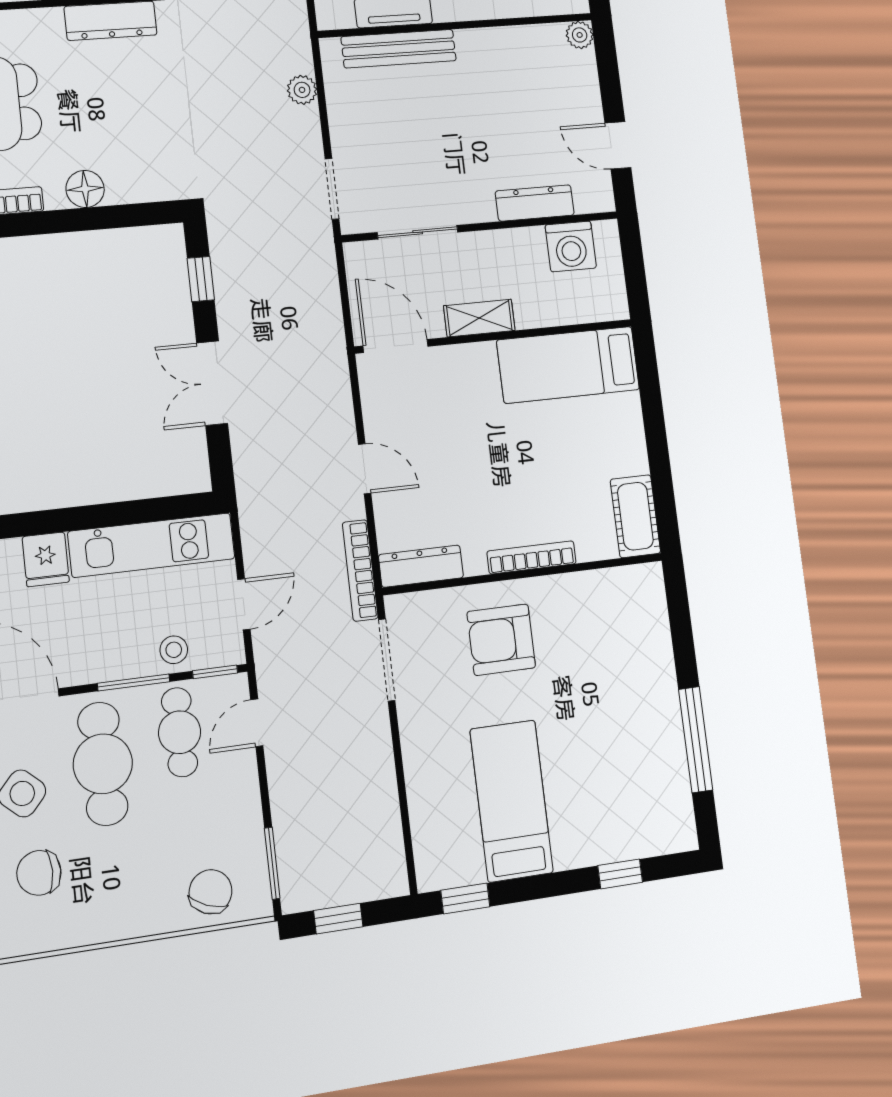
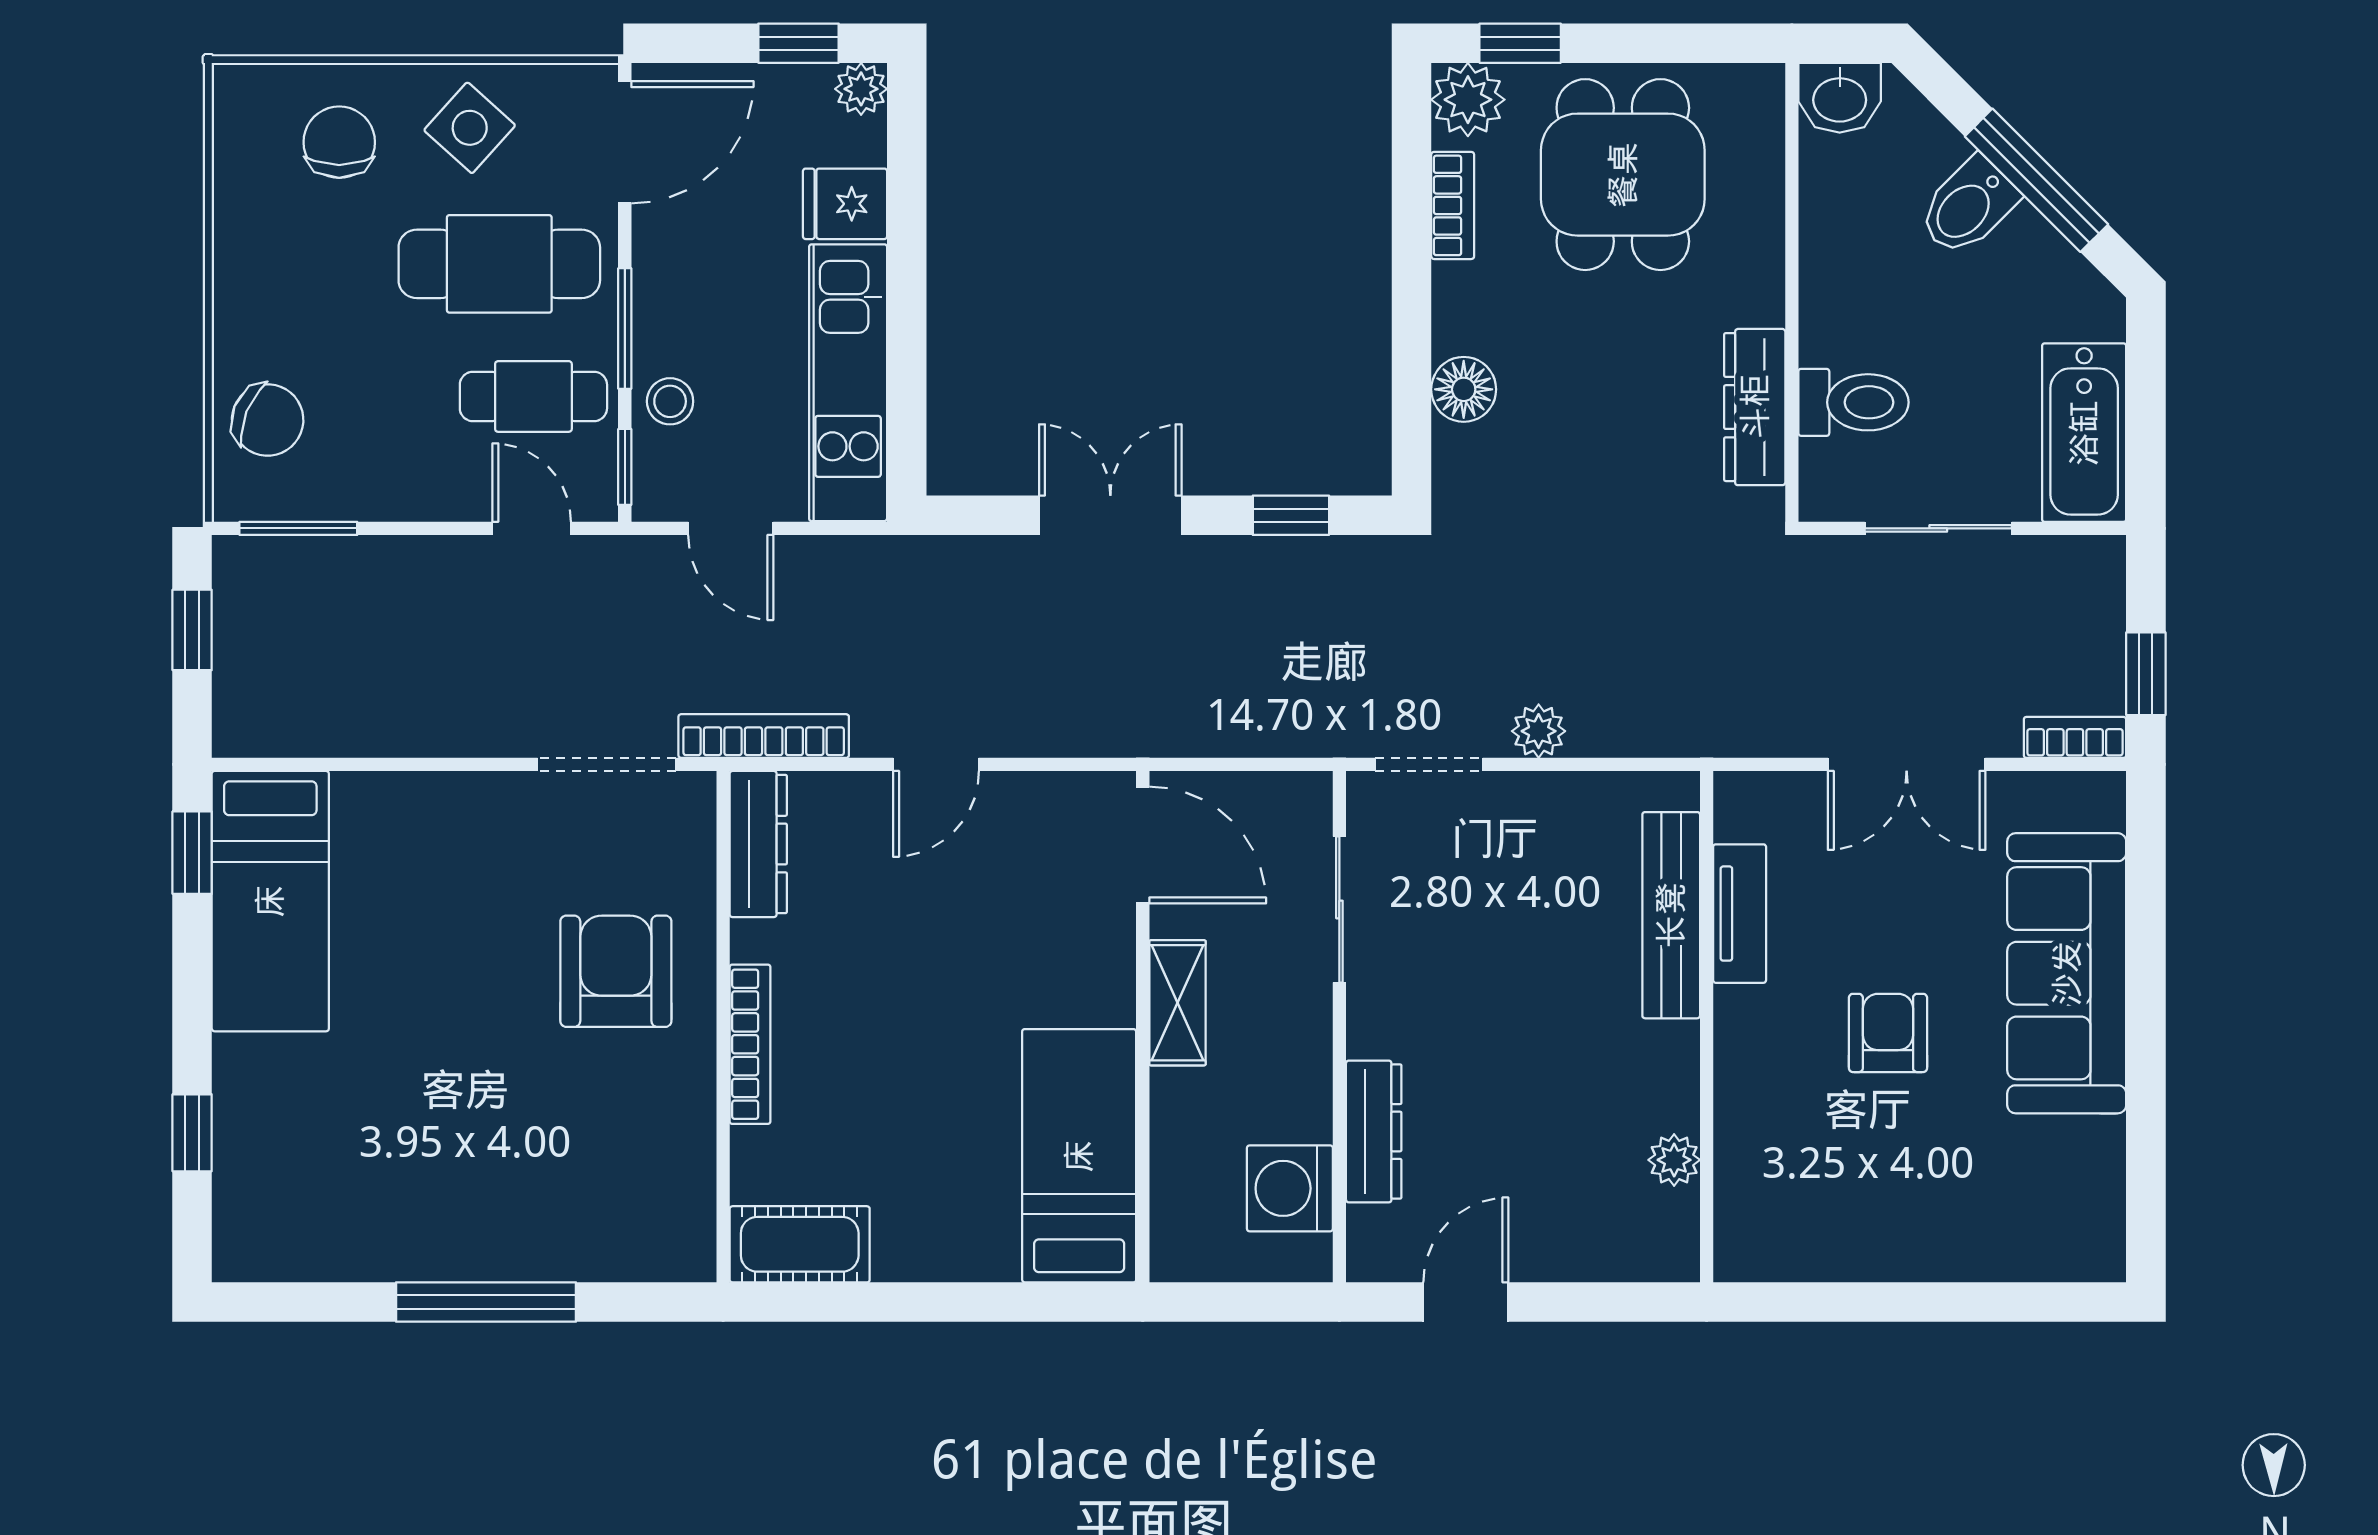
plant: (580, 35) -> (1674, 1160), moved
plant: (302, 90) -> (1539, 731), moved
floor lamp: (85, 189) -> (1464, 389), moved
door: (396, 346) -> (1143, 845), hinge flipped
window: (696, 740) -> (486, 1302), moved
bed: (512, 801) -> (270, 901), moved, turned 90

